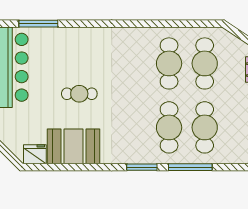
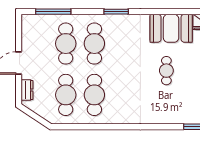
cafe table: (79, 94) -> (166, 71), turned 90
window: (190, 167) -> (53, 12), moved

